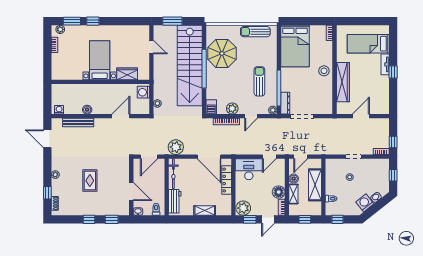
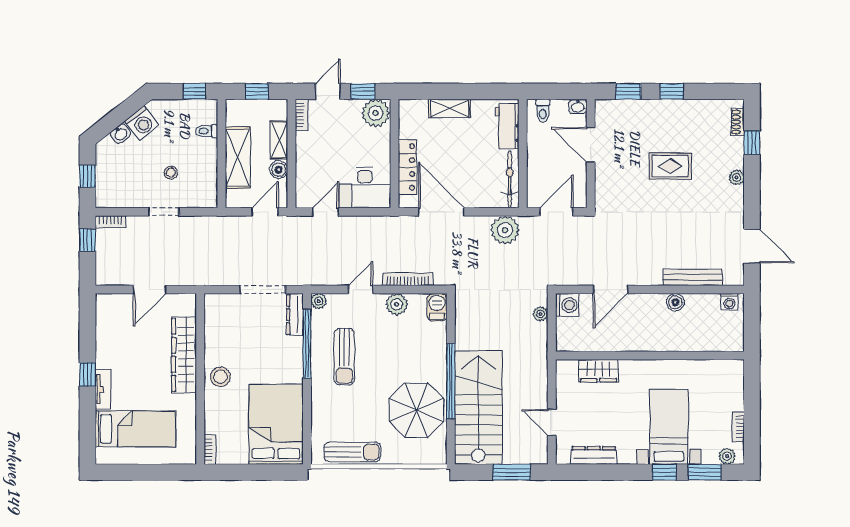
dresser: (130, 30) -> (594, 455), added
bed with nightstands: (100, 60) -> (669, 427), moved, turned 180
stairs: (190, 66) -> (478, 408), width x0.73
washing machine: (143, 92) -> (567, 305), moved
rug: (90, 181) -> (670, 166), turned 90
floor lamp: (279, 192) -> (307, 144), removed

